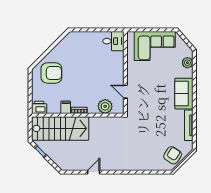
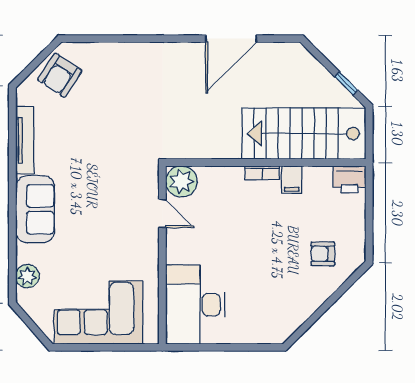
desk: (113, 41) -> (195, 305), width x1.87, depth x1.30
armchair: (51, 73) -> (323, 254), width x0.53, depth x0.53
plant: (105, 106) -> (181, 181), moved
door: (94, 172) -> (231, 39), width x1.88

